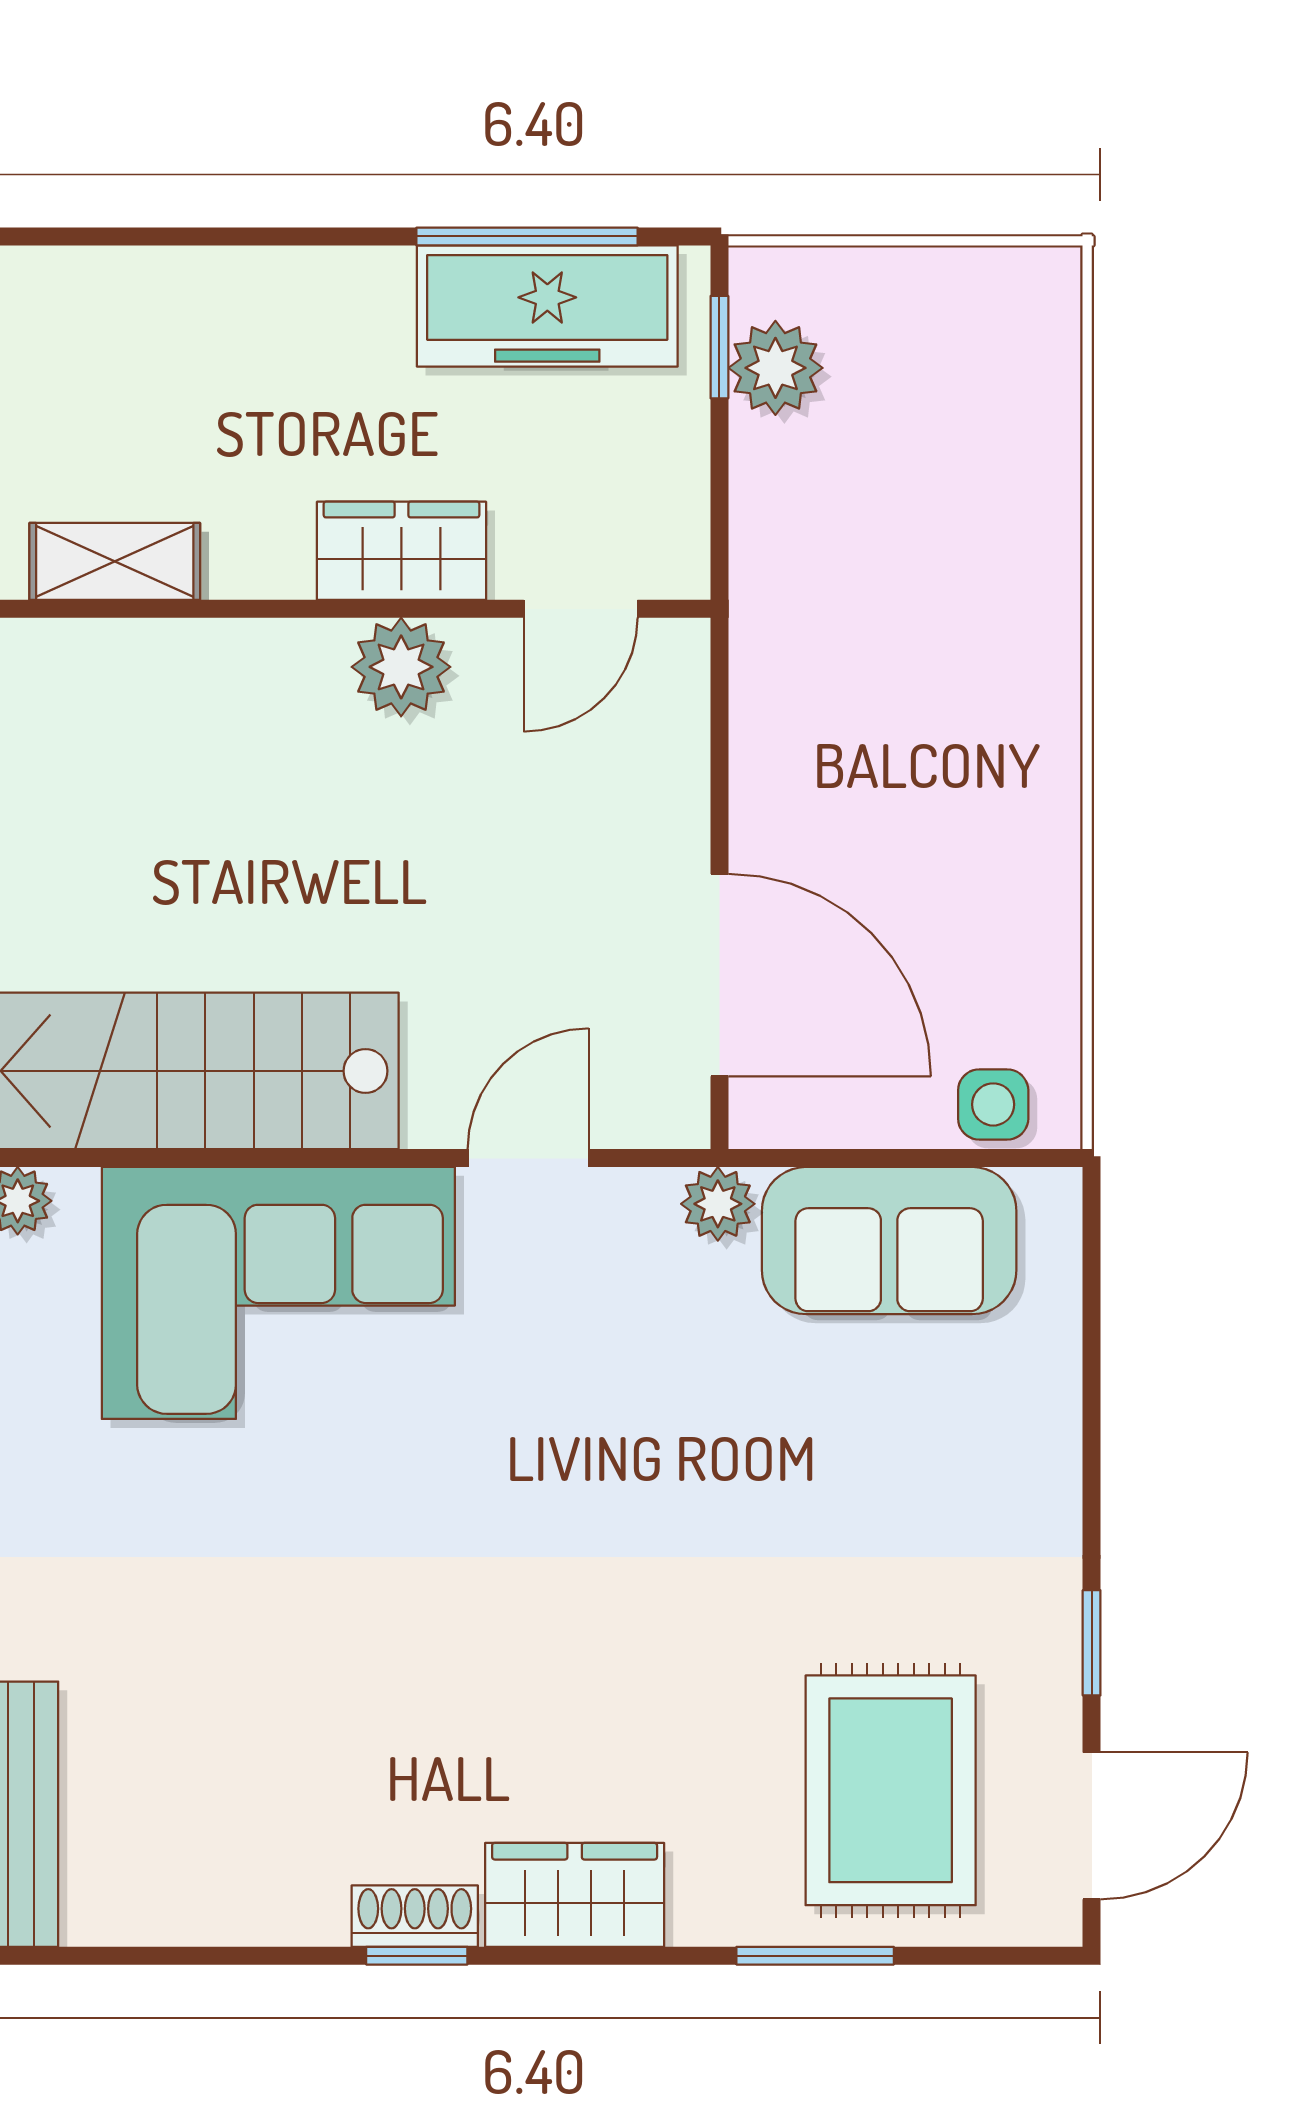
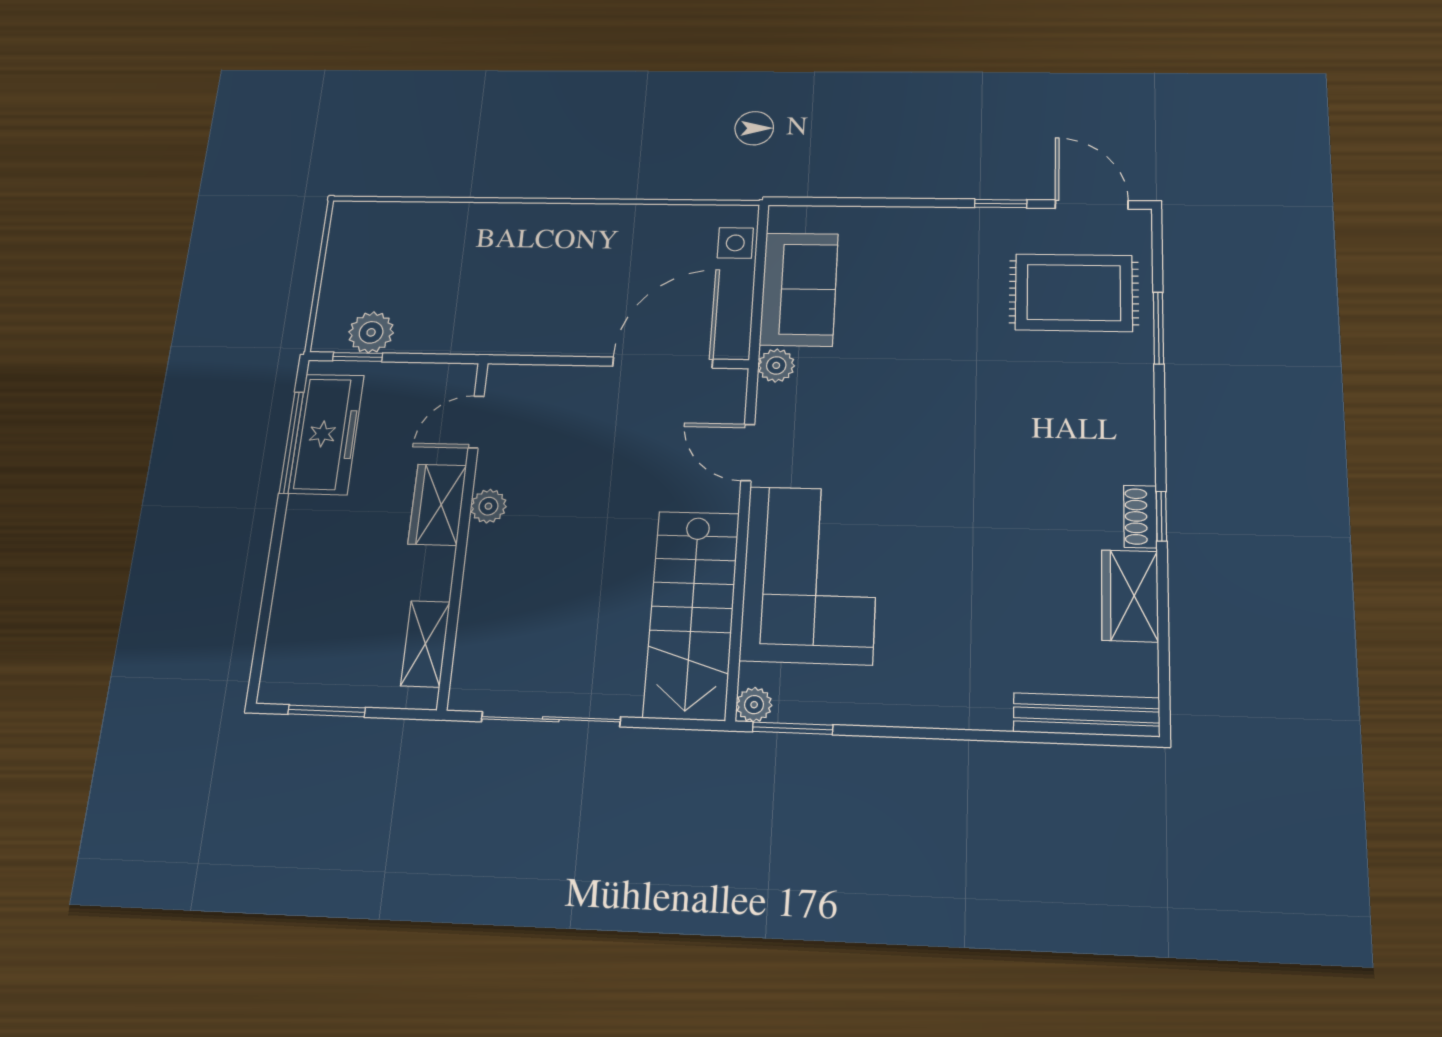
door: (581, 609) -> (476, 422), swing flipped
plant: (401, 667) -> (488, 506), width x0.73, depth x0.73
wardrobe: (575, 1895) -> (1130, 596), moved

